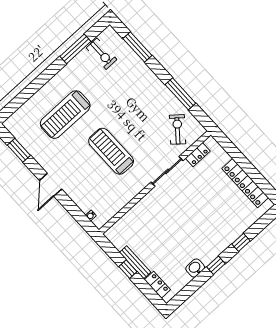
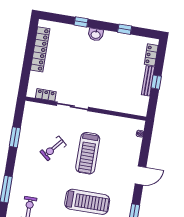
window: (180, 94) -> (15, 137), width x0.69
exercise bike: (177, 129) -> (53, 148), moved
window: (216, 265) -> (125, 29), moved
washbasin: (195, 268) -> (96, 35), moved

